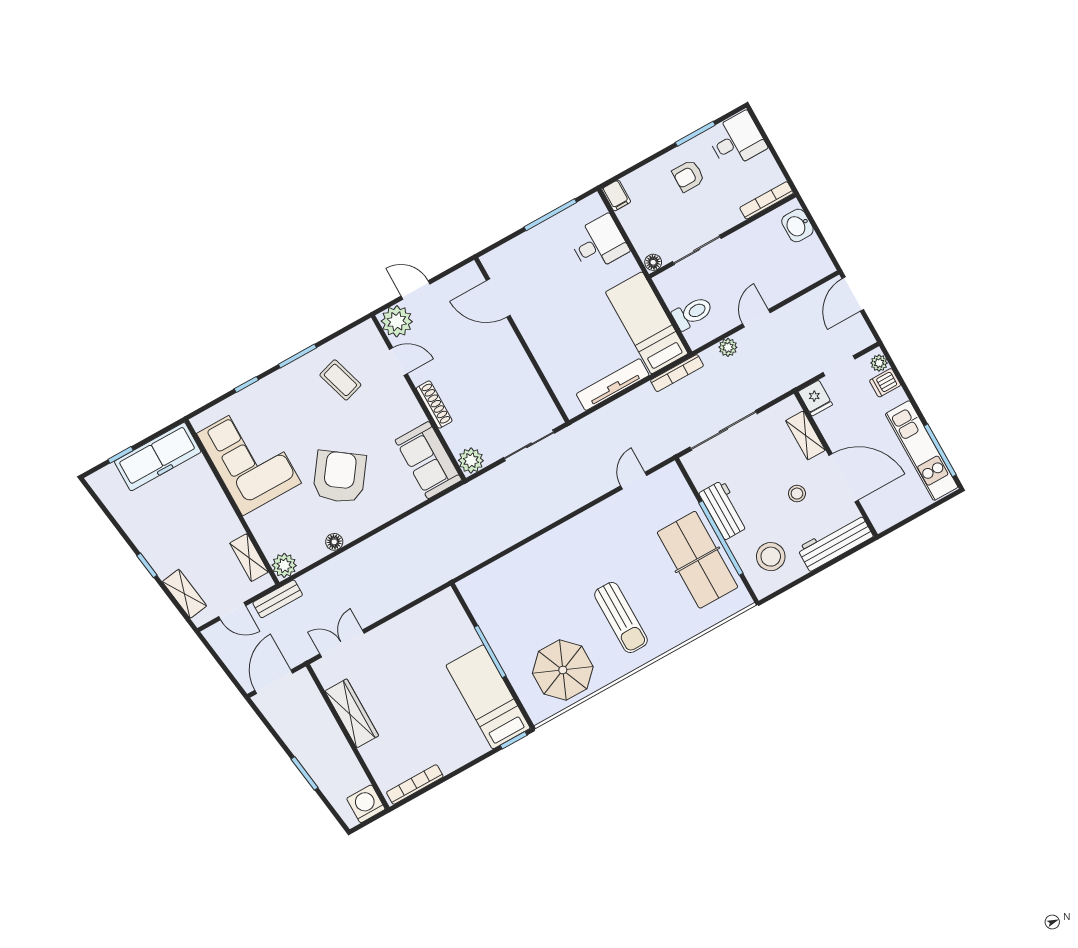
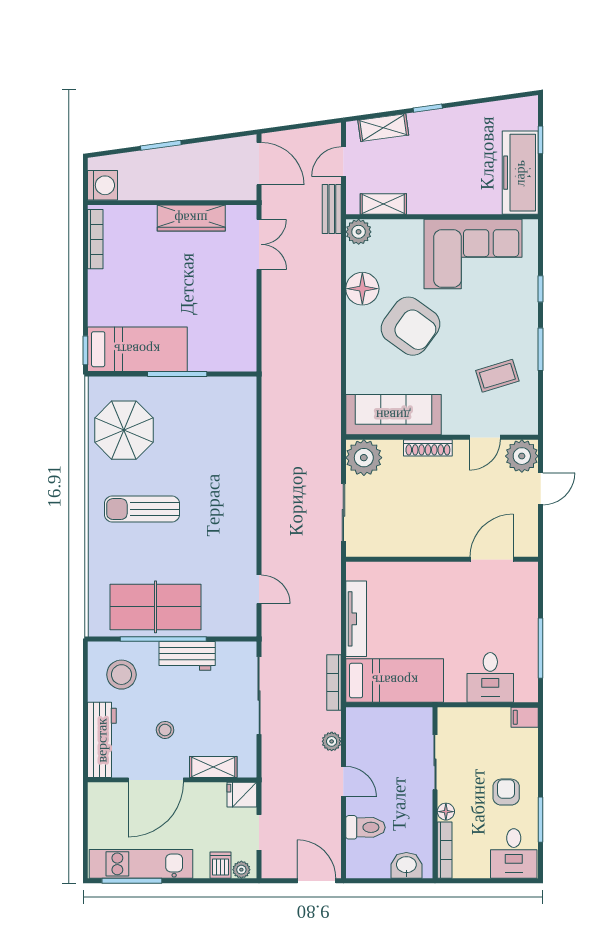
floor lamp: (653, 262) -> (446, 812), moved
toilet: (692, 313) -> (365, 827), moved, turned -90
sofa: (428, 460) -> (393, 415), width x1.36
plant: (471, 461) -> (364, 458), width x1.36, depth x1.36
floor lamp: (334, 542) -> (362, 289), width x1.89, depth x1.89

